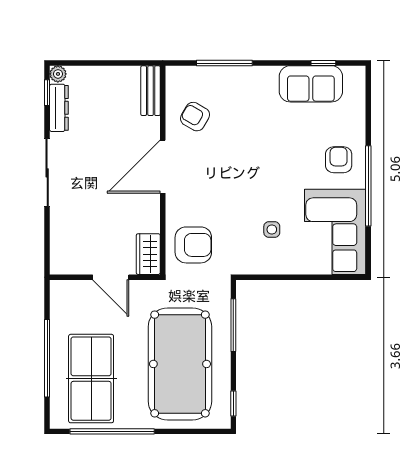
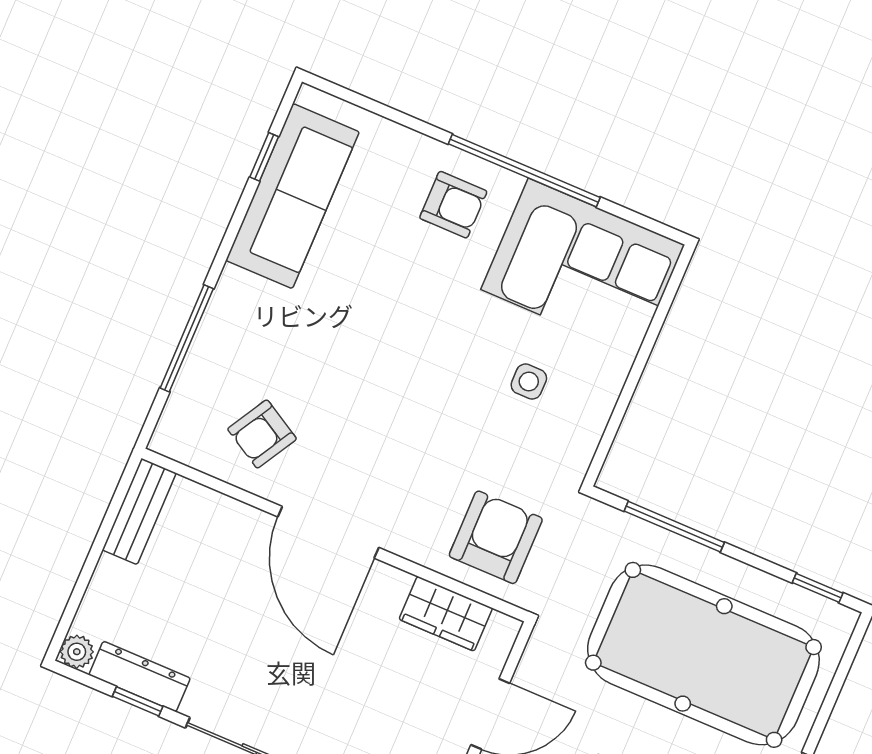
sofa: (311, 84) -> (293, 196), width x1.36
bench: (151, 91) -> (139, 511), moved, turned 90
window: (47, 93) -> (138, 701), moved
armchair: (339, 160) -> (453, 205), turned 180
wardrobe: (148, 254) -> (446, 614), moved

